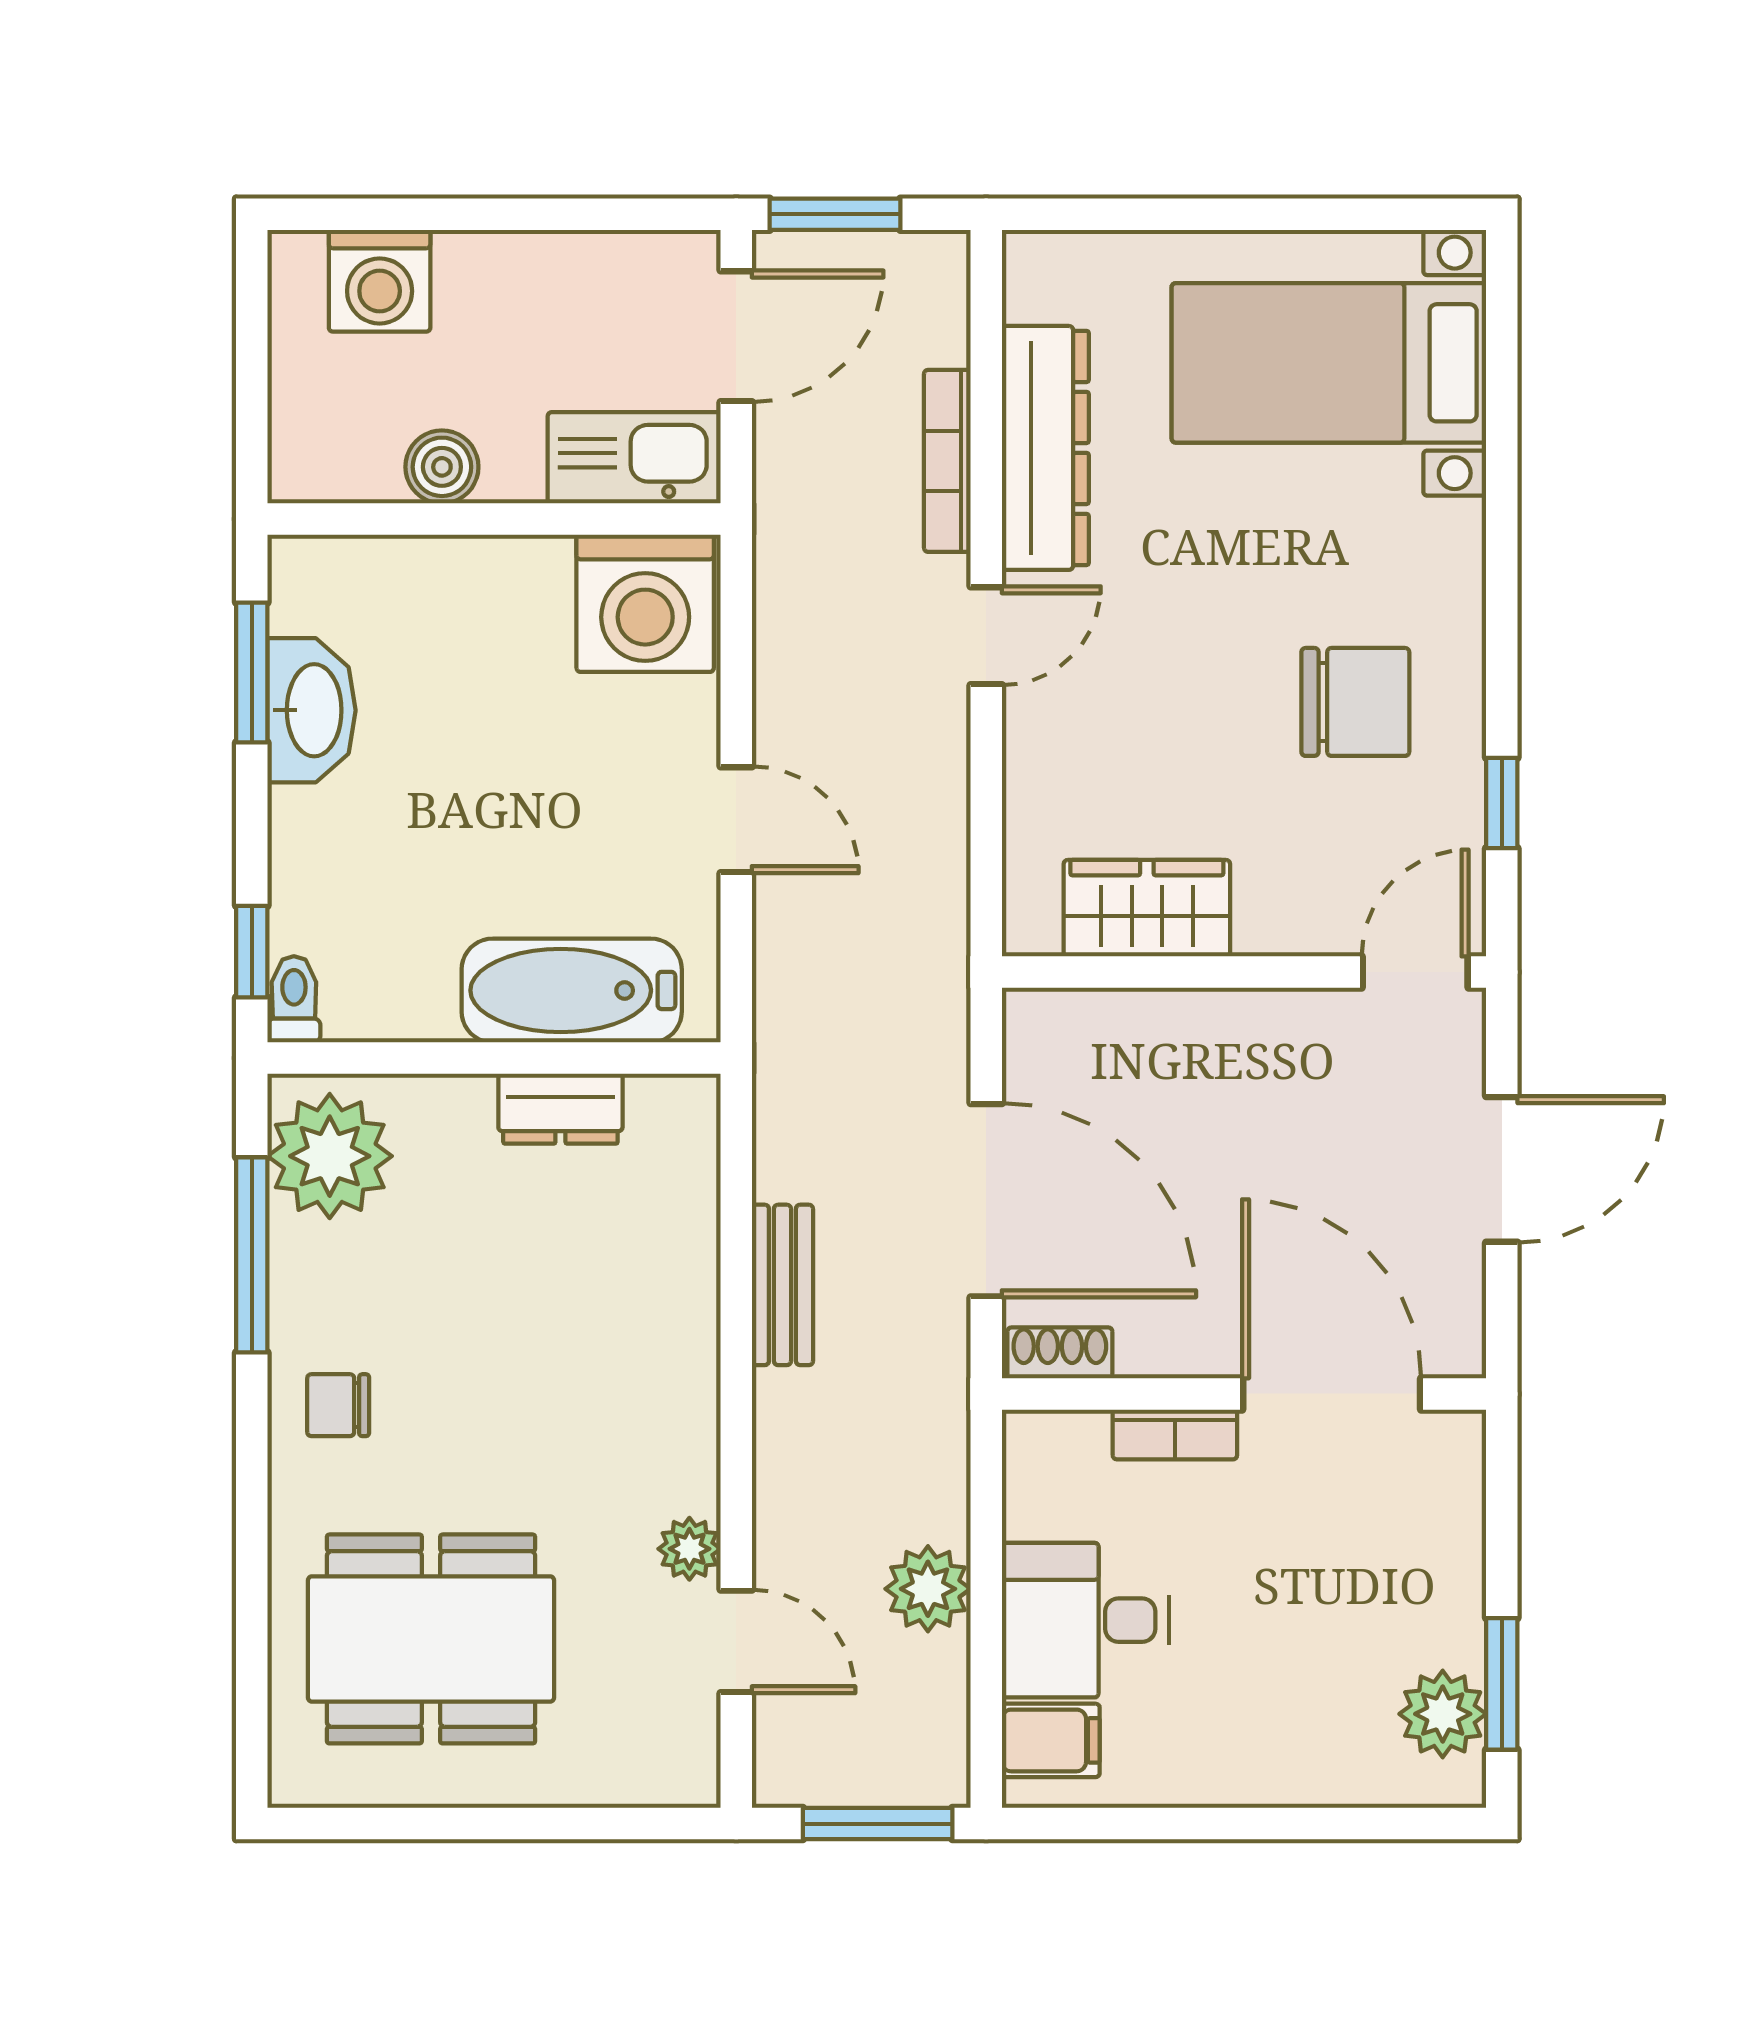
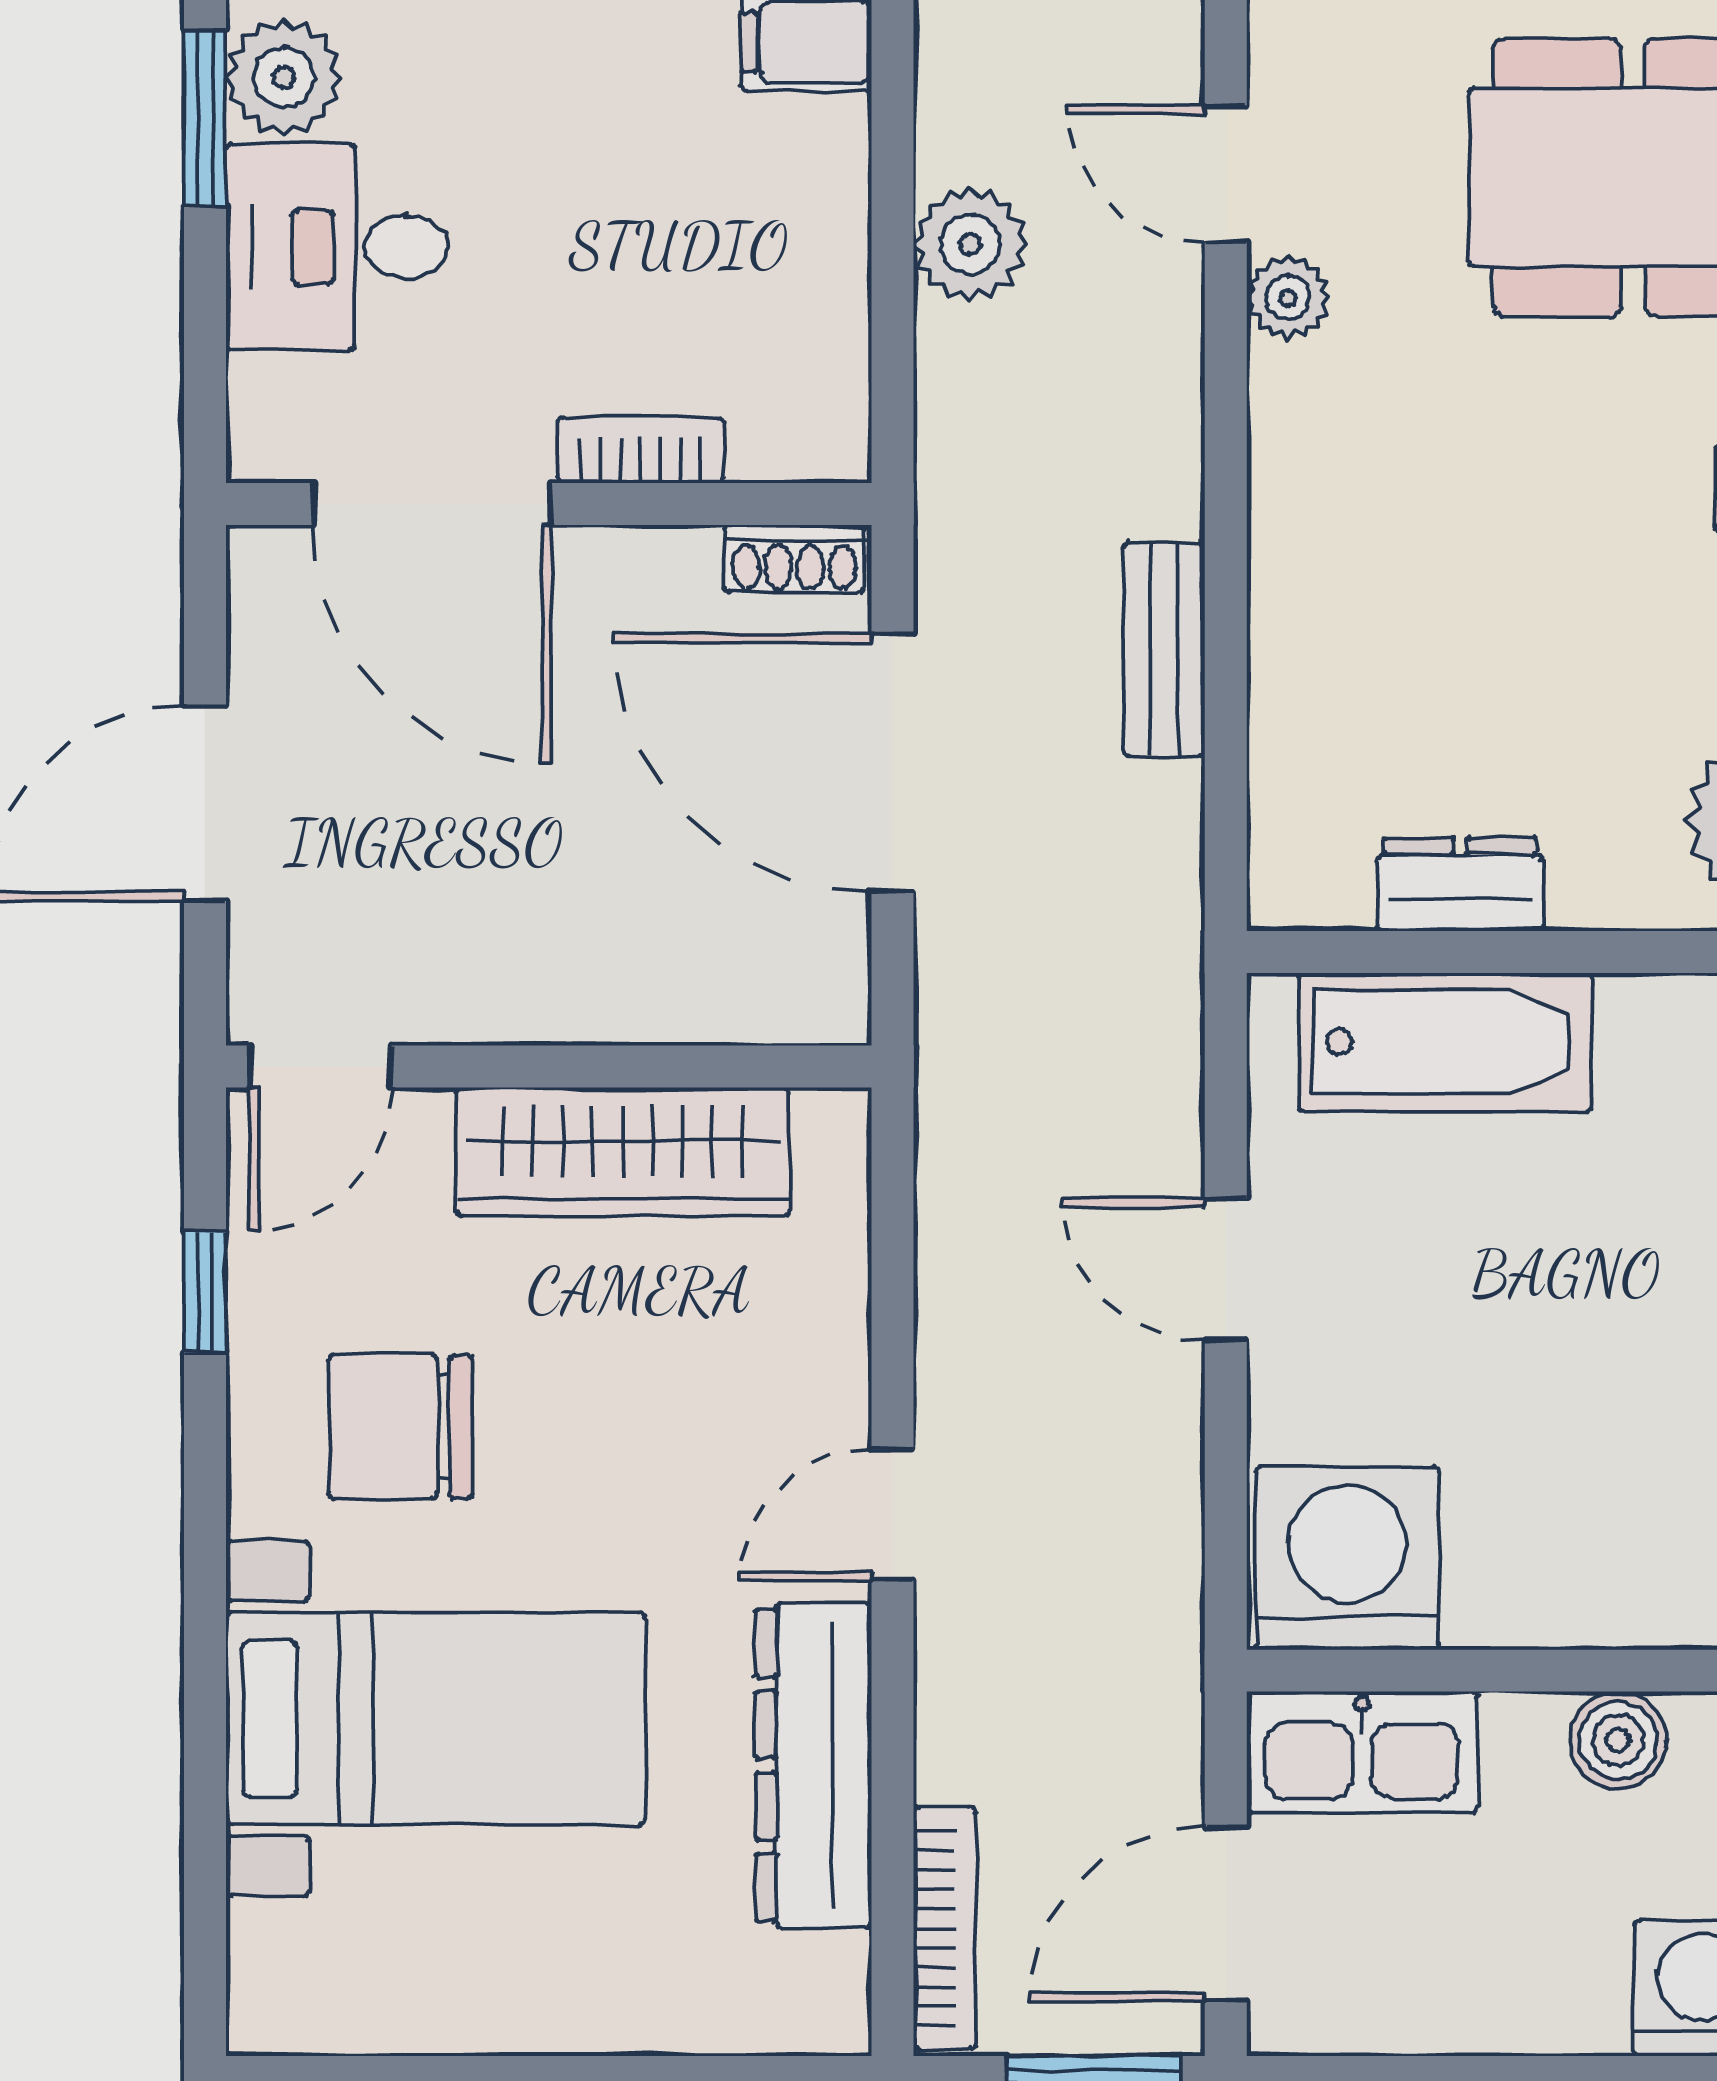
bed with nightstands: (1329, 363) -> (435, 1718), moved
bookcase: (947, 461) -> (944, 1928), moved
wardrobe: (1147, 908) -> (623, 1152), width x1.50
desk: (1085, 1620) -> (337, 247), moved, turned 180

